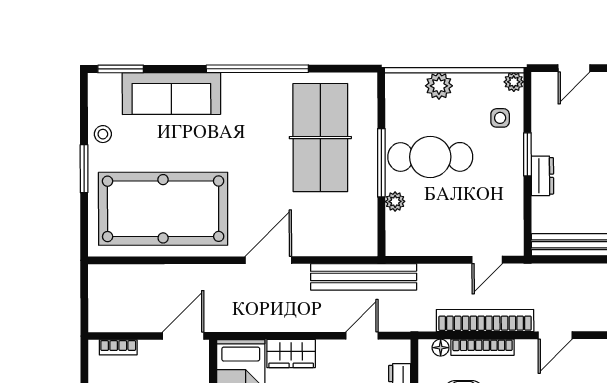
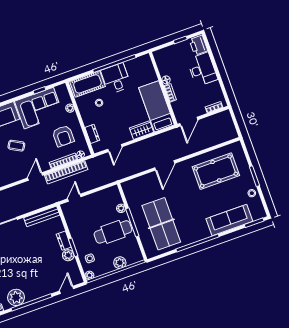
plant: (544, 141) -> (68, 255), added
pool table: (163, 209) -> (216, 171), width x0.73, depth x0.76
bench: (364, 277) -> (123, 172), removed

